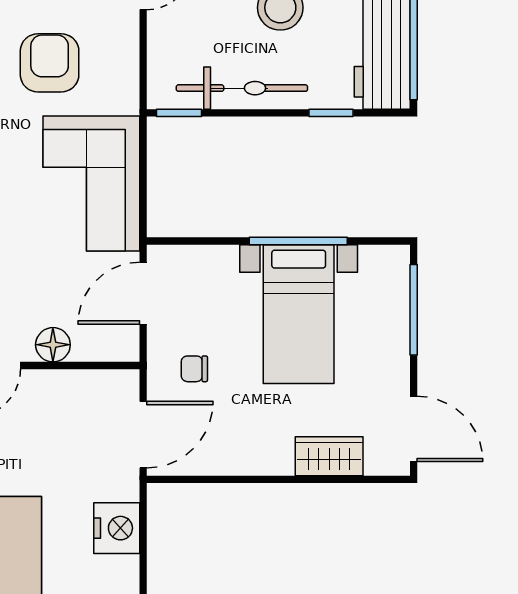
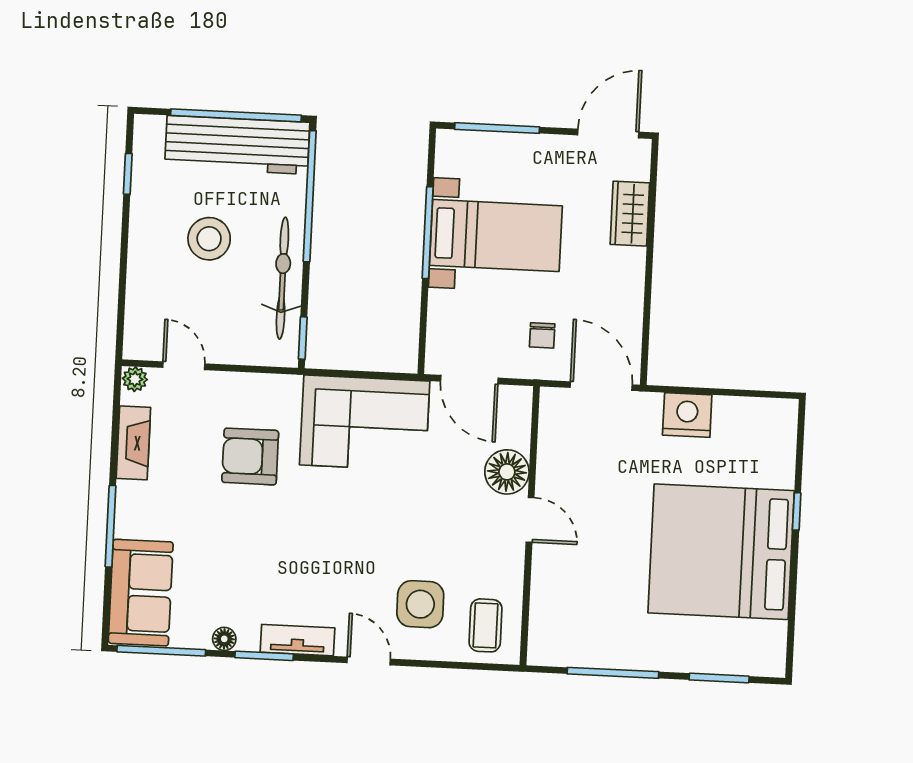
window: (331, 113) -> (310, 196), width x3.17
floor lamp: (53, 345) -> (507, 472), width x1.38, depth x1.38

